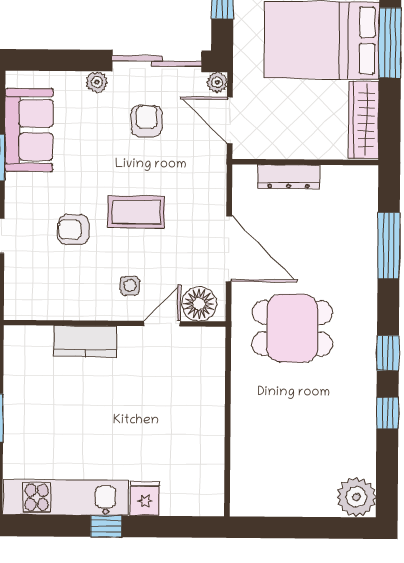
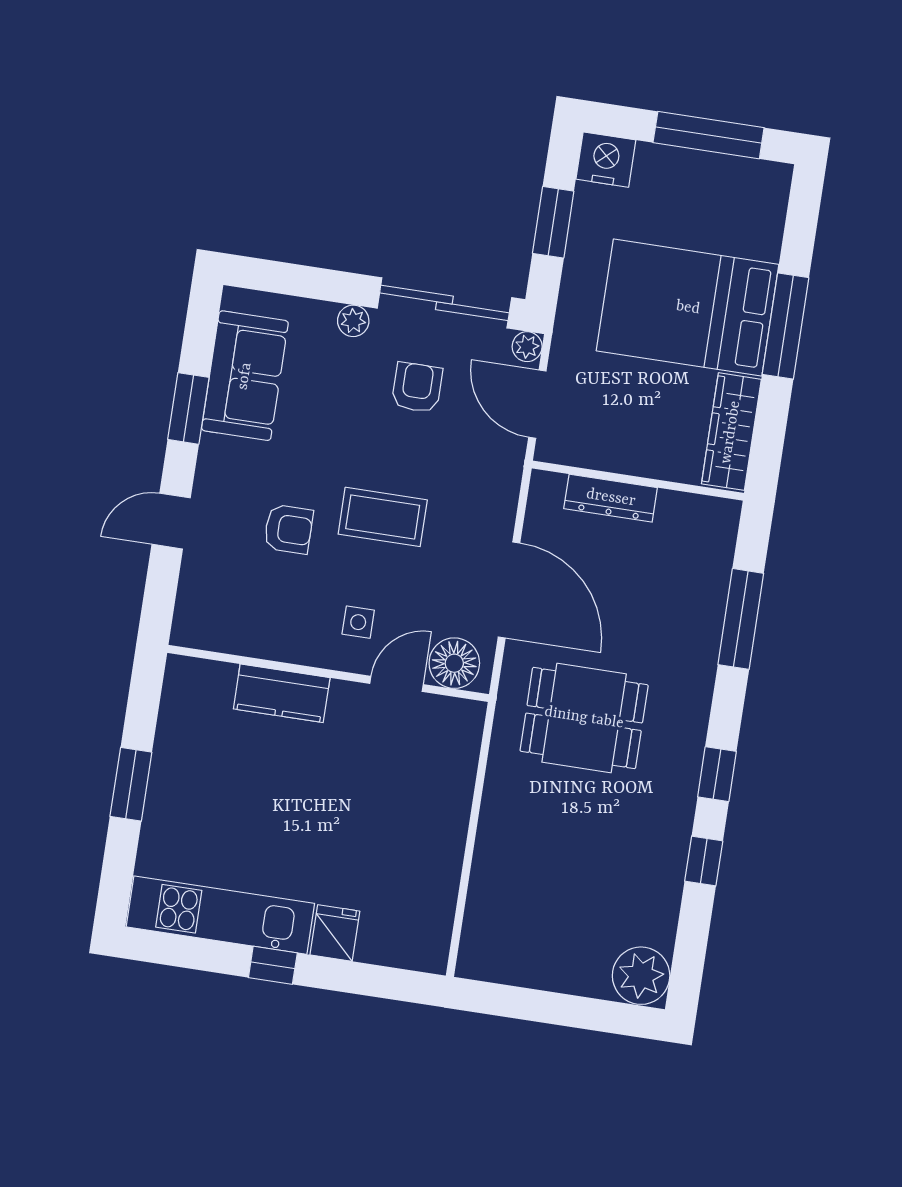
armchair: (74, 230) -> (288, 529), turned 180

